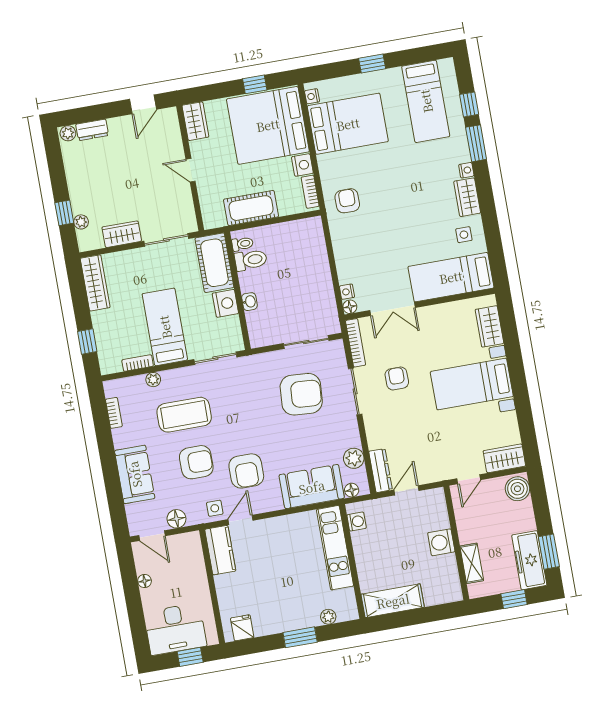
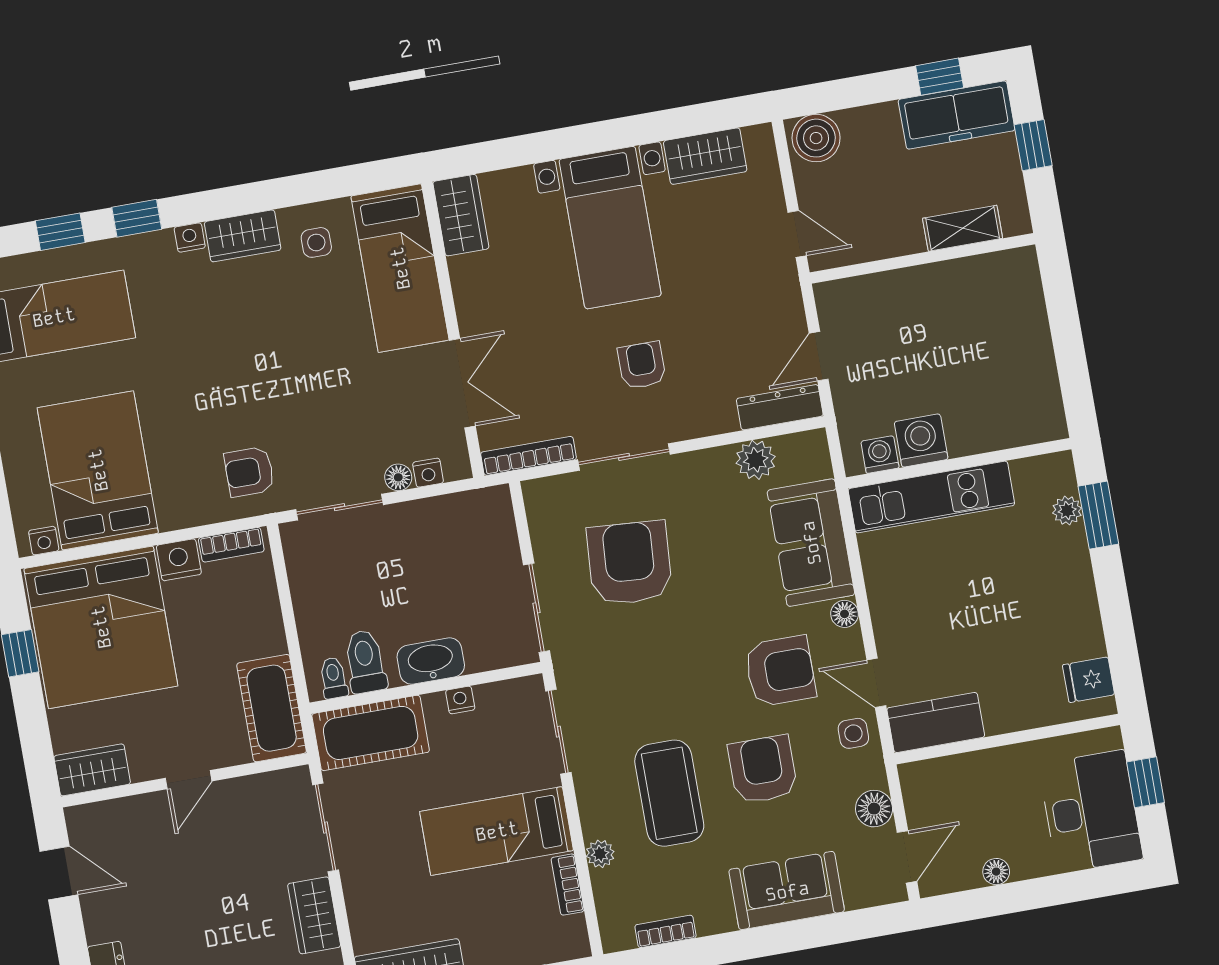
window: (476, 143) -> (137, 218), width x0.67
cot: (251, 208) -> (272, 708), moved
sliding door: (329, 247) -> (339, 507), added
washbasin: (249, 302) -> (431, 661), width x1.91, depth x1.45
nightstand: (225, 303) -> (460, 700), width x0.53, depth x0.56
floor lamp: (350, 307) -> (398, 477), moved
wardrobe: (489, 326) -> (461, 215), moved, turned -90
sliding door: (306, 342) -> (537, 608), moved
armchair: (397, 378) -> (642, 365), moved, turned 90
wardrobe: (504, 458) -> (705, 156), moved, turned -90
floor lamp: (352, 490) -> (845, 614), moved
door: (407, 490) -> (819, 356), hinge flipped
washing machine: (441, 542) -> (921, 440), moved, turned 180
window: (549, 552) -> (940, 77), width x0.67
shelving: (393, 601) -> (1036, 384), removed
window: (300, 637) -> (1098, 515), moved

